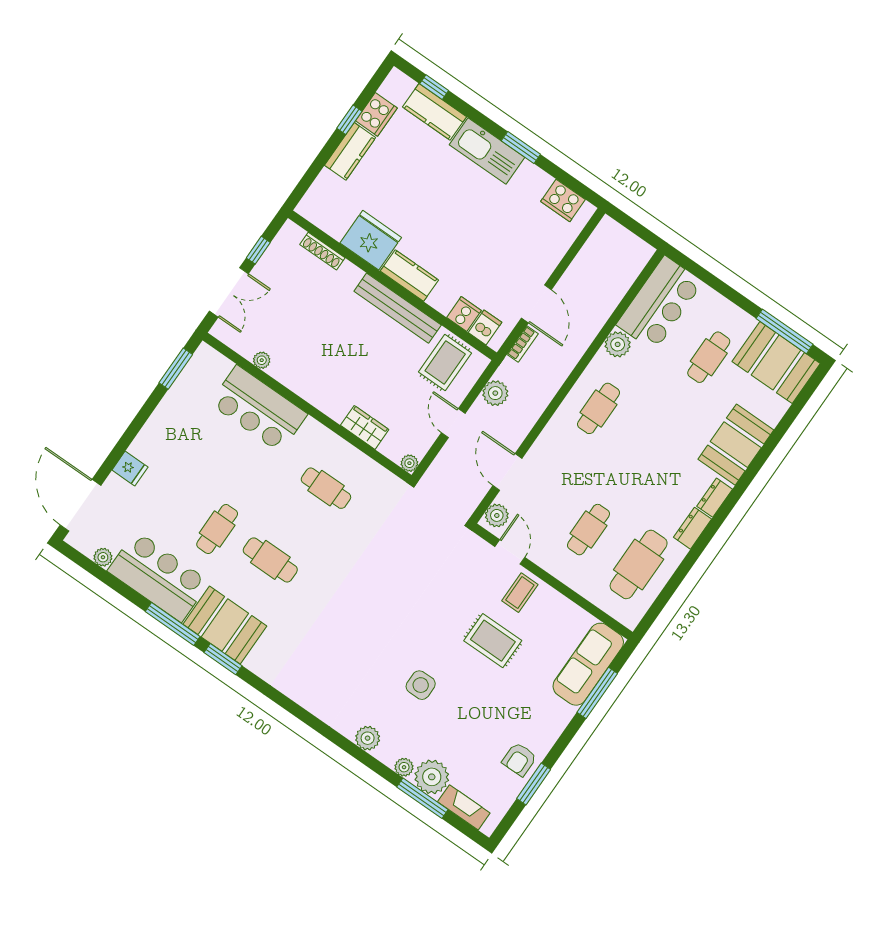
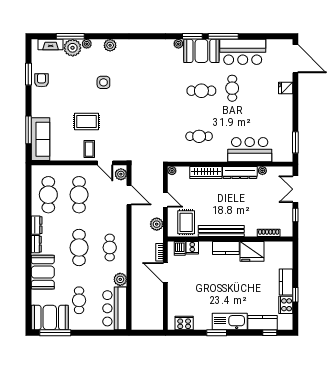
dresser: (300, 383) -> (240, 172), added
wardrobe: (365, 427) -> (206, 172), width x1.50
cafe table: (649, 443) -> (79, 248), added
cafe table: (589, 530) -> (79, 195), width x1.37, depth x1.35
plant: (103, 557) -> (178, 44), moved

